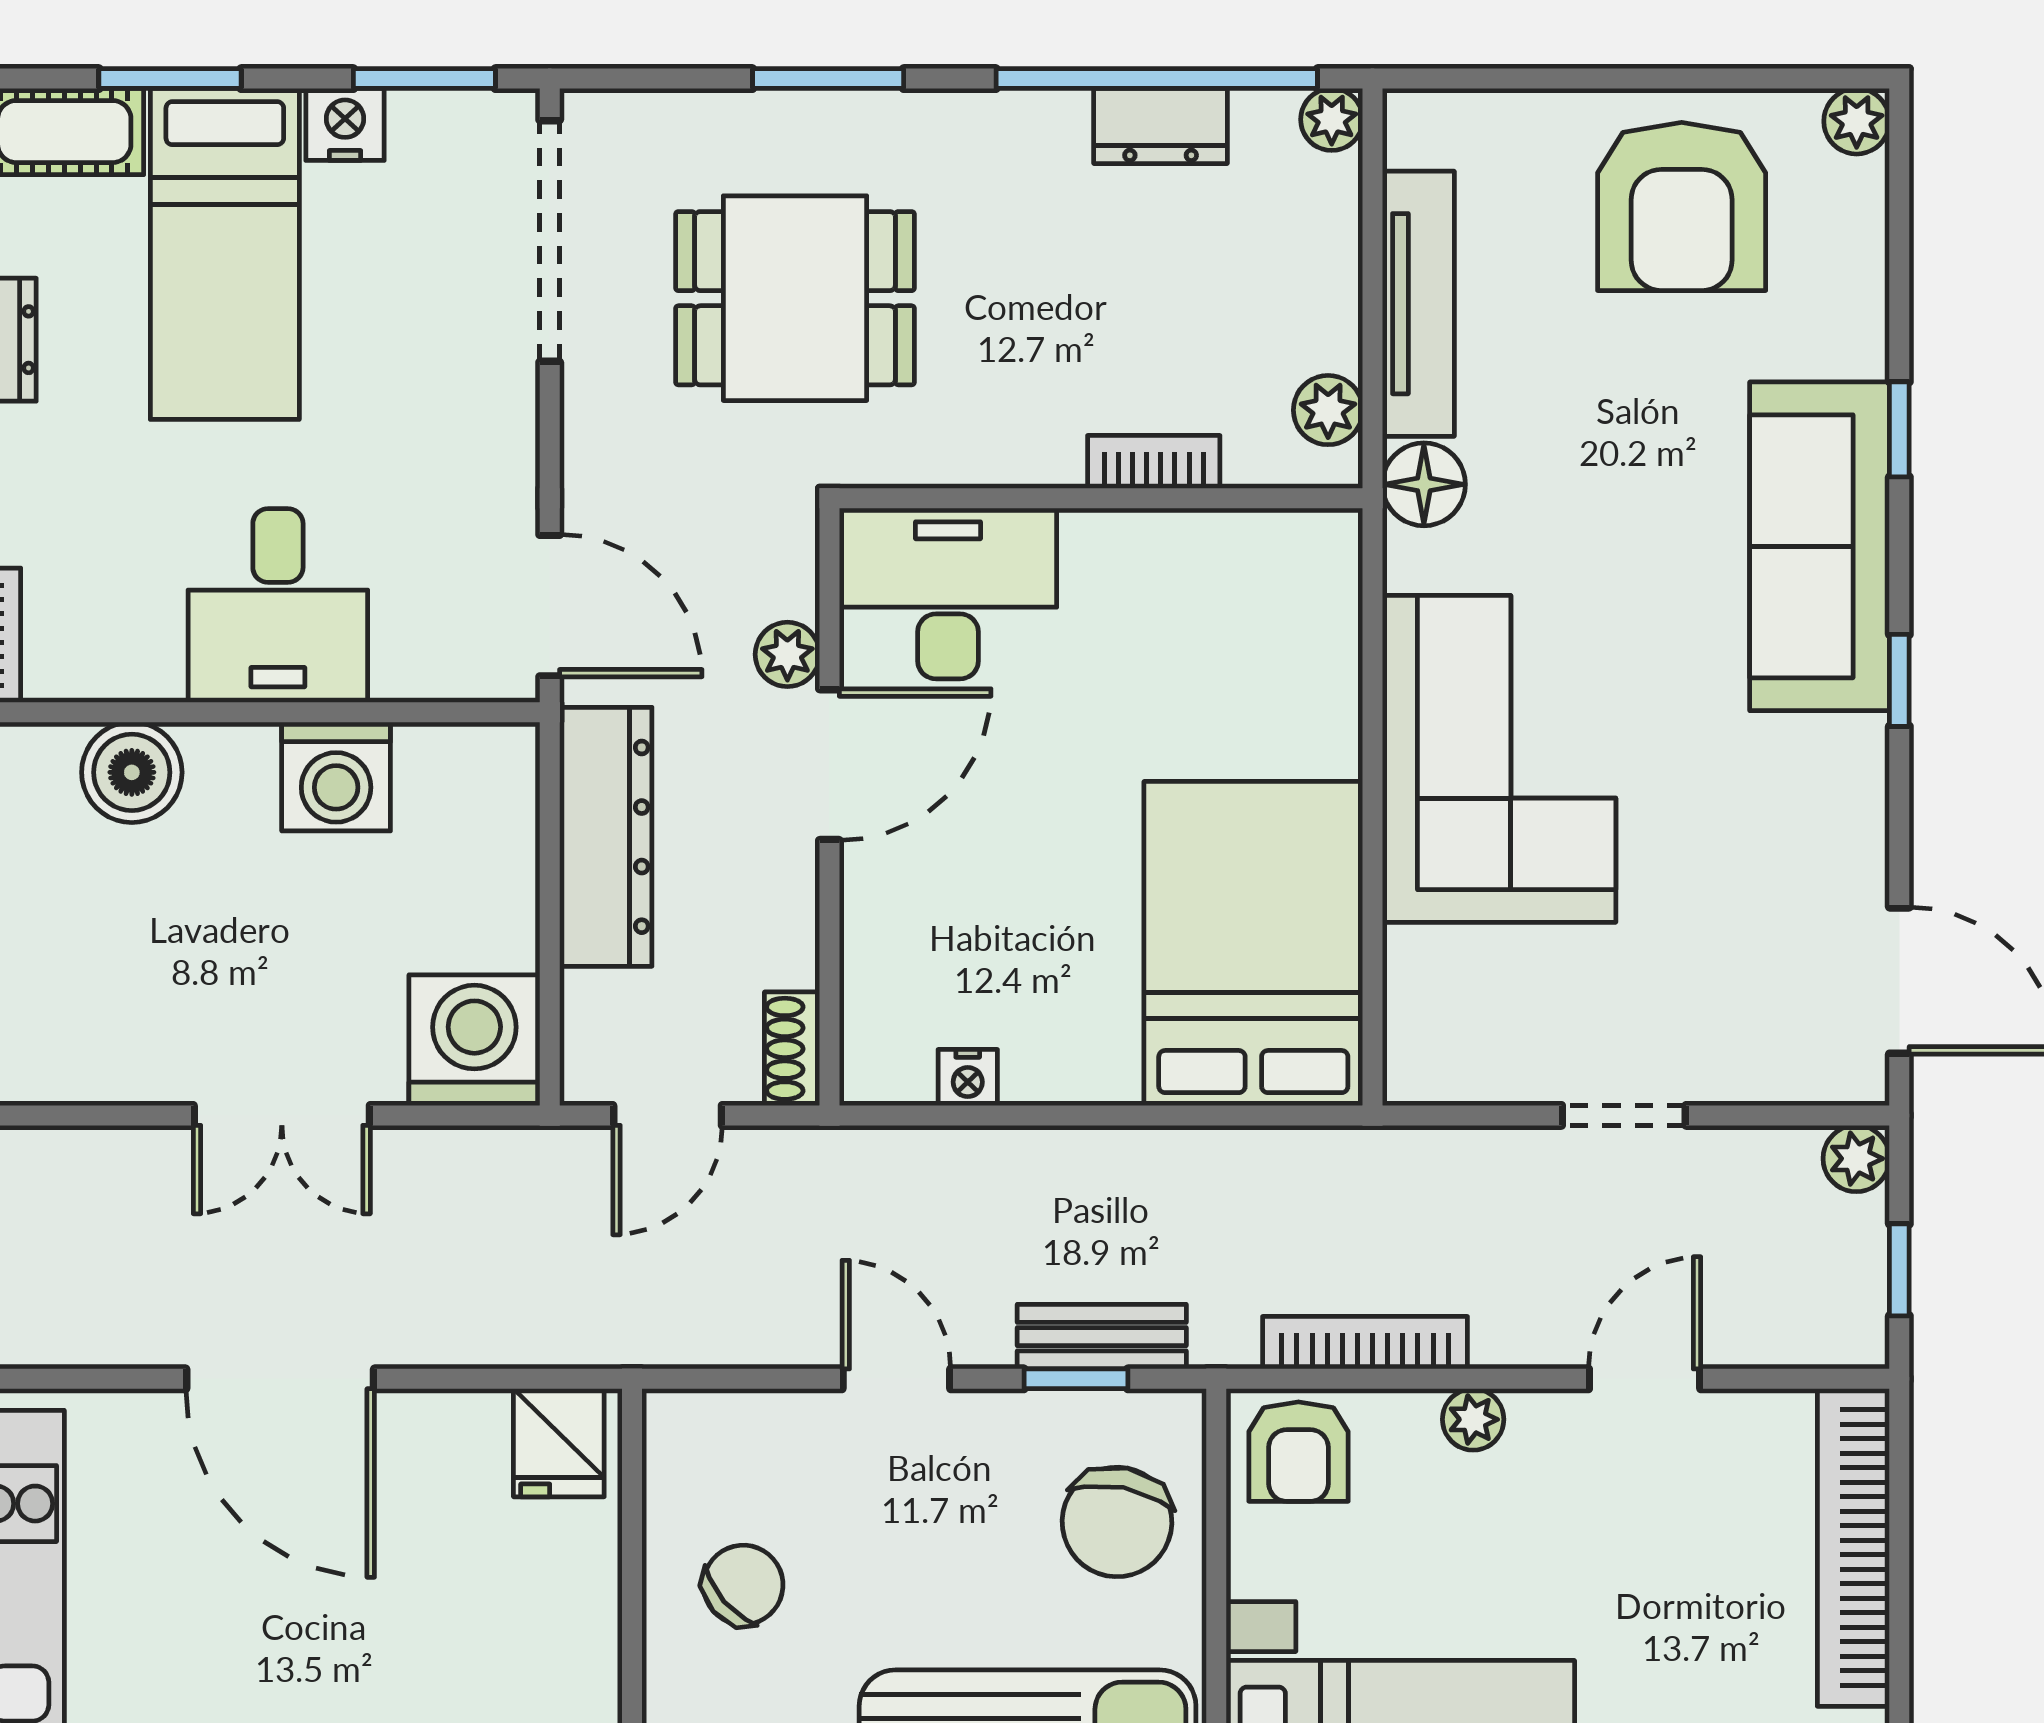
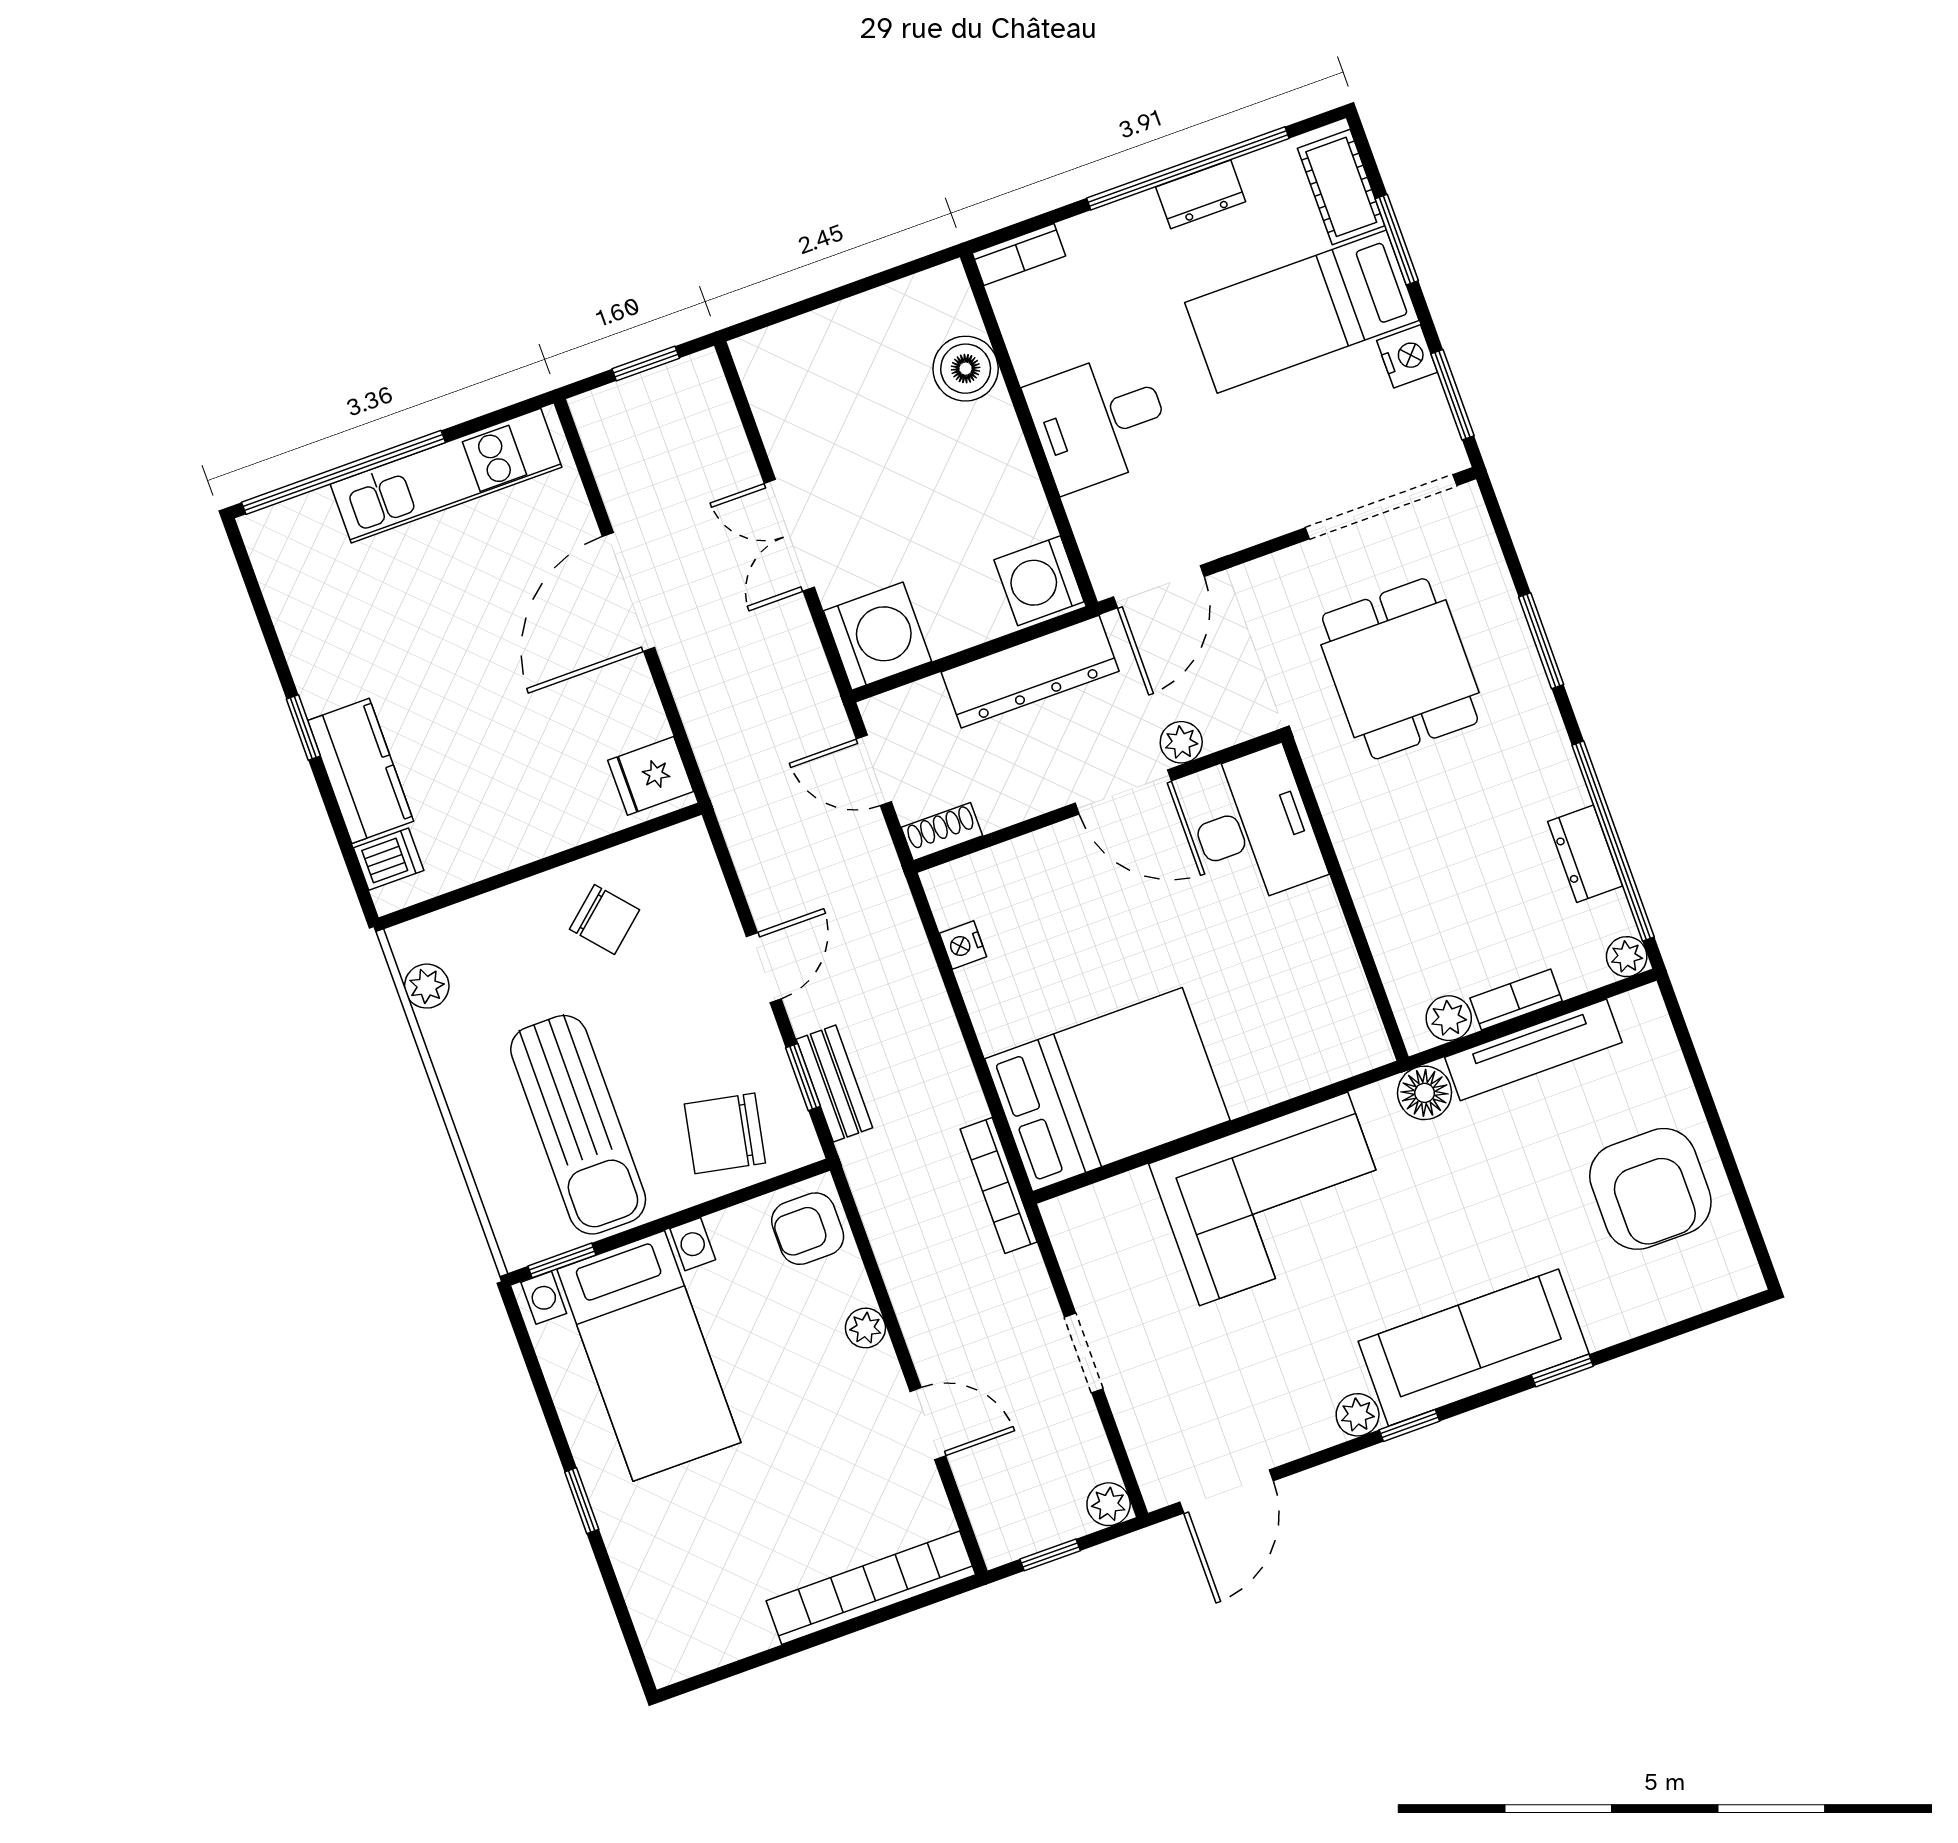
plant: (1857, 121) -> (1358, 1415), moved
armchair: (1682, 206) -> (1650, 1189), turned -90
bookcase: (1154, 462) -> (1516, 1000), moved, turned -90
washing machine: (336, 776) -> (1039, 581), moved
bookcase: (1365, 1343) -> (999, 1186), moved, turned 180

